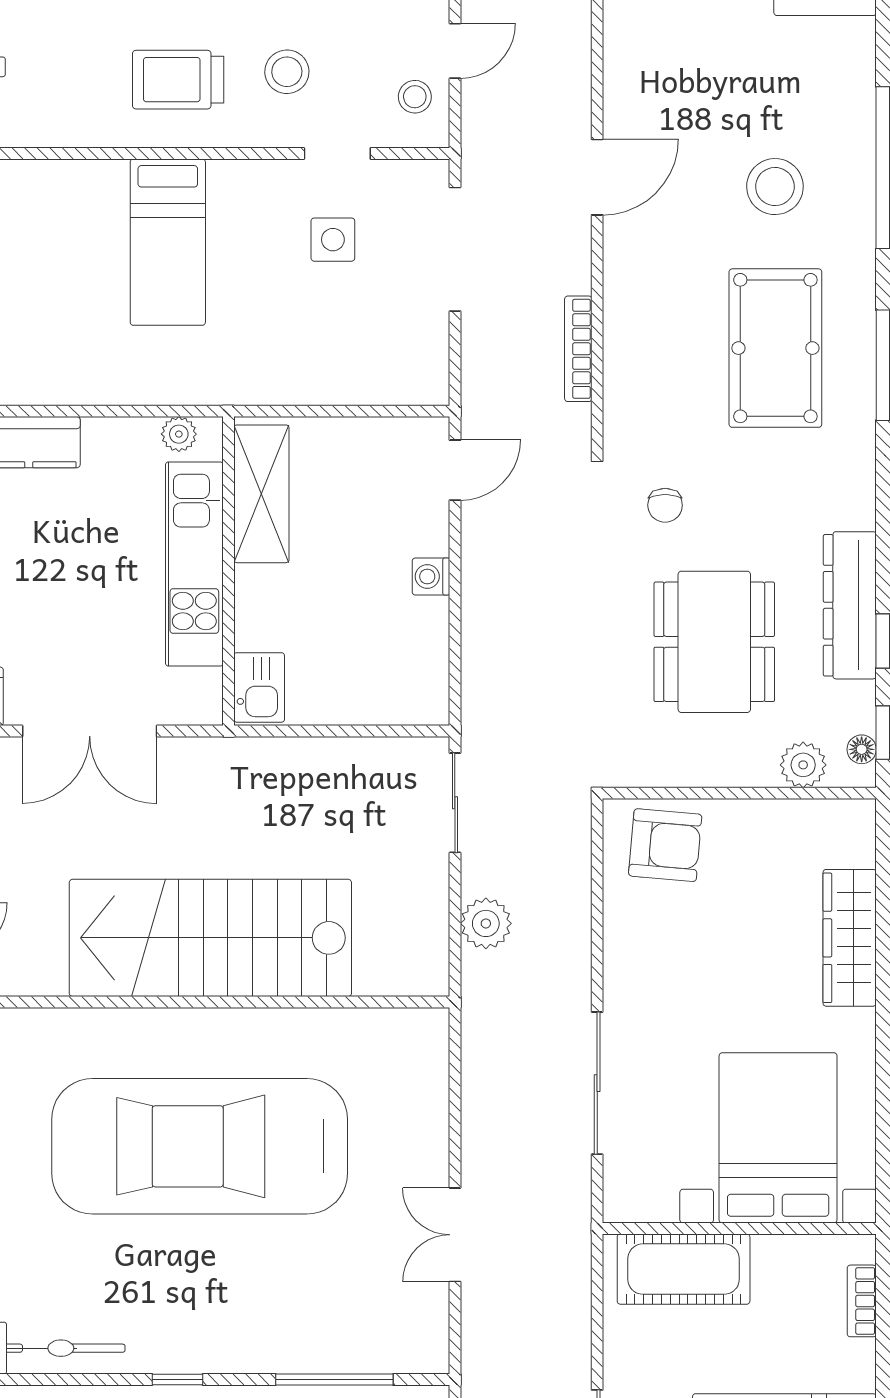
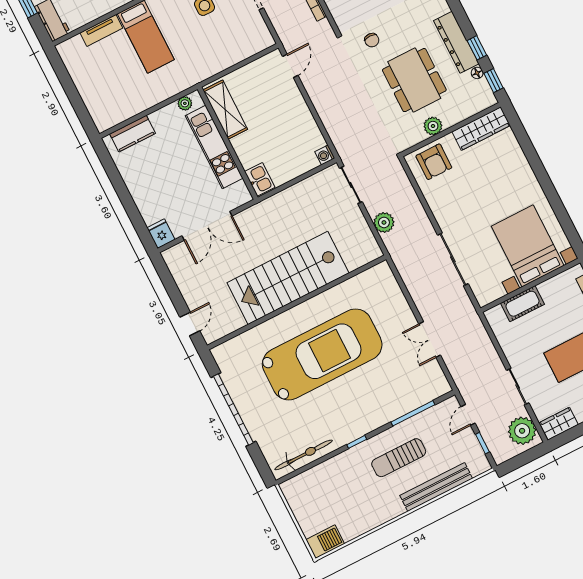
tv unit: (76, 178) -> (101, 30), added
washing machine: (431, 577) -> (325, 155), moved
floor lamp: (862, 749) -> (477, 73), moved
plant: (803, 765) -> (433, 126), moved
armchair: (665, 845) -> (434, 162), turned 85
wardrobe: (850, 938) -> (481, 129), moved, turned -90
car: (200, 1146) -> (322, 354), turned 180
cot: (684, 1269) -> (522, 304), width x0.73, depth x0.75

